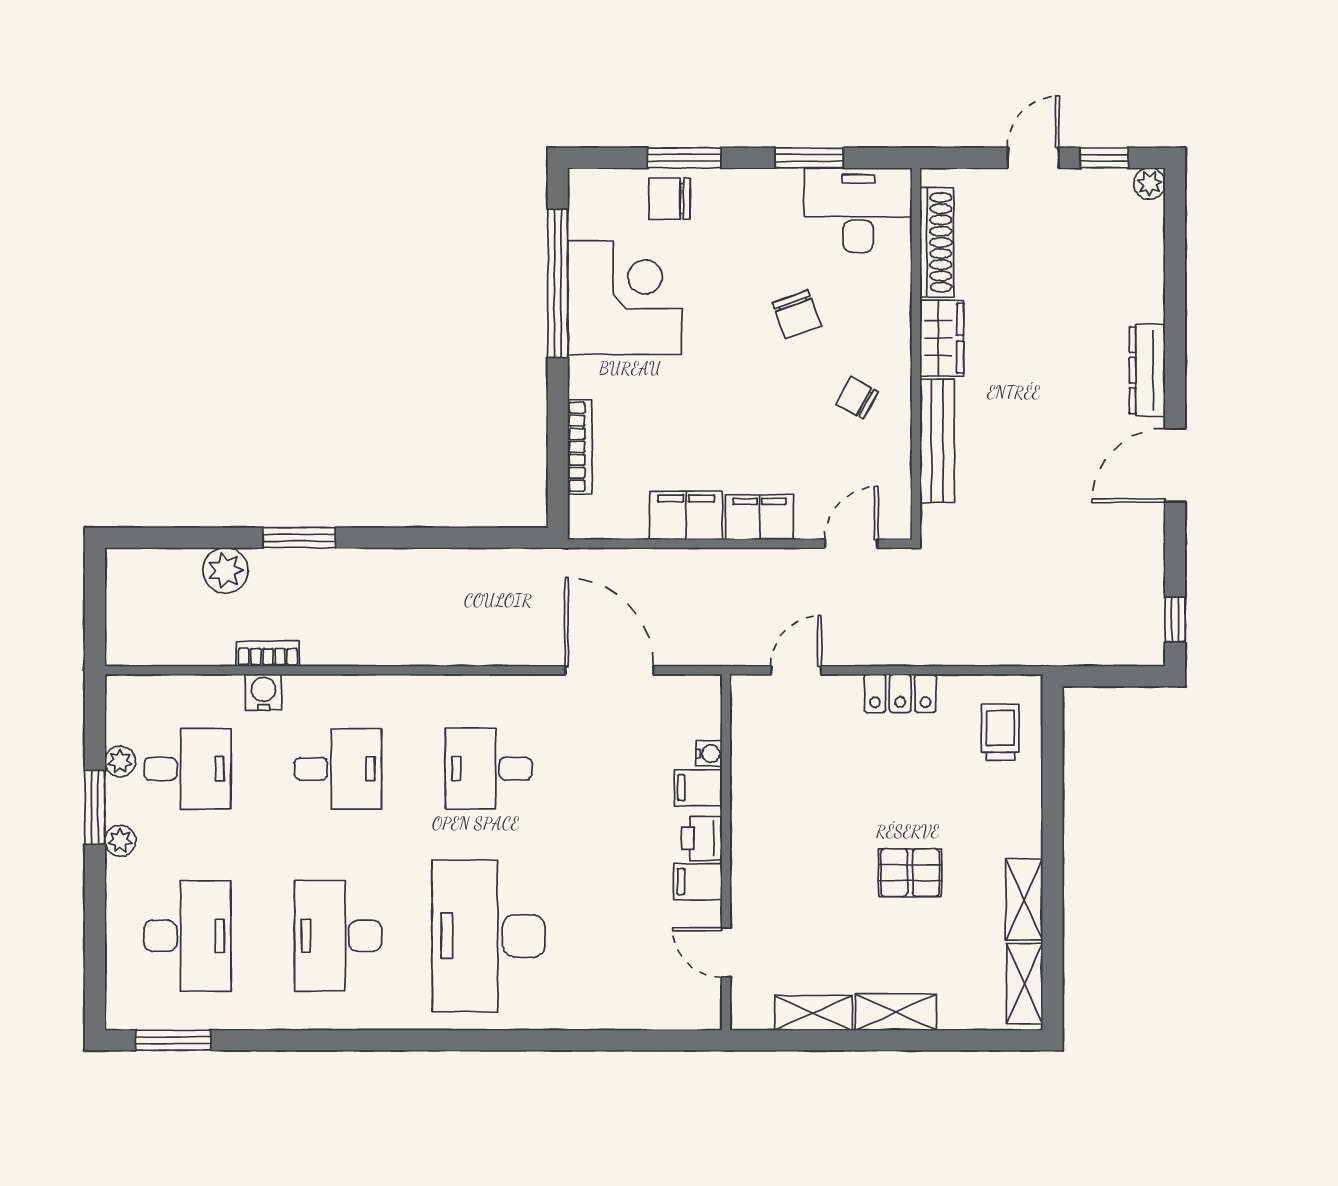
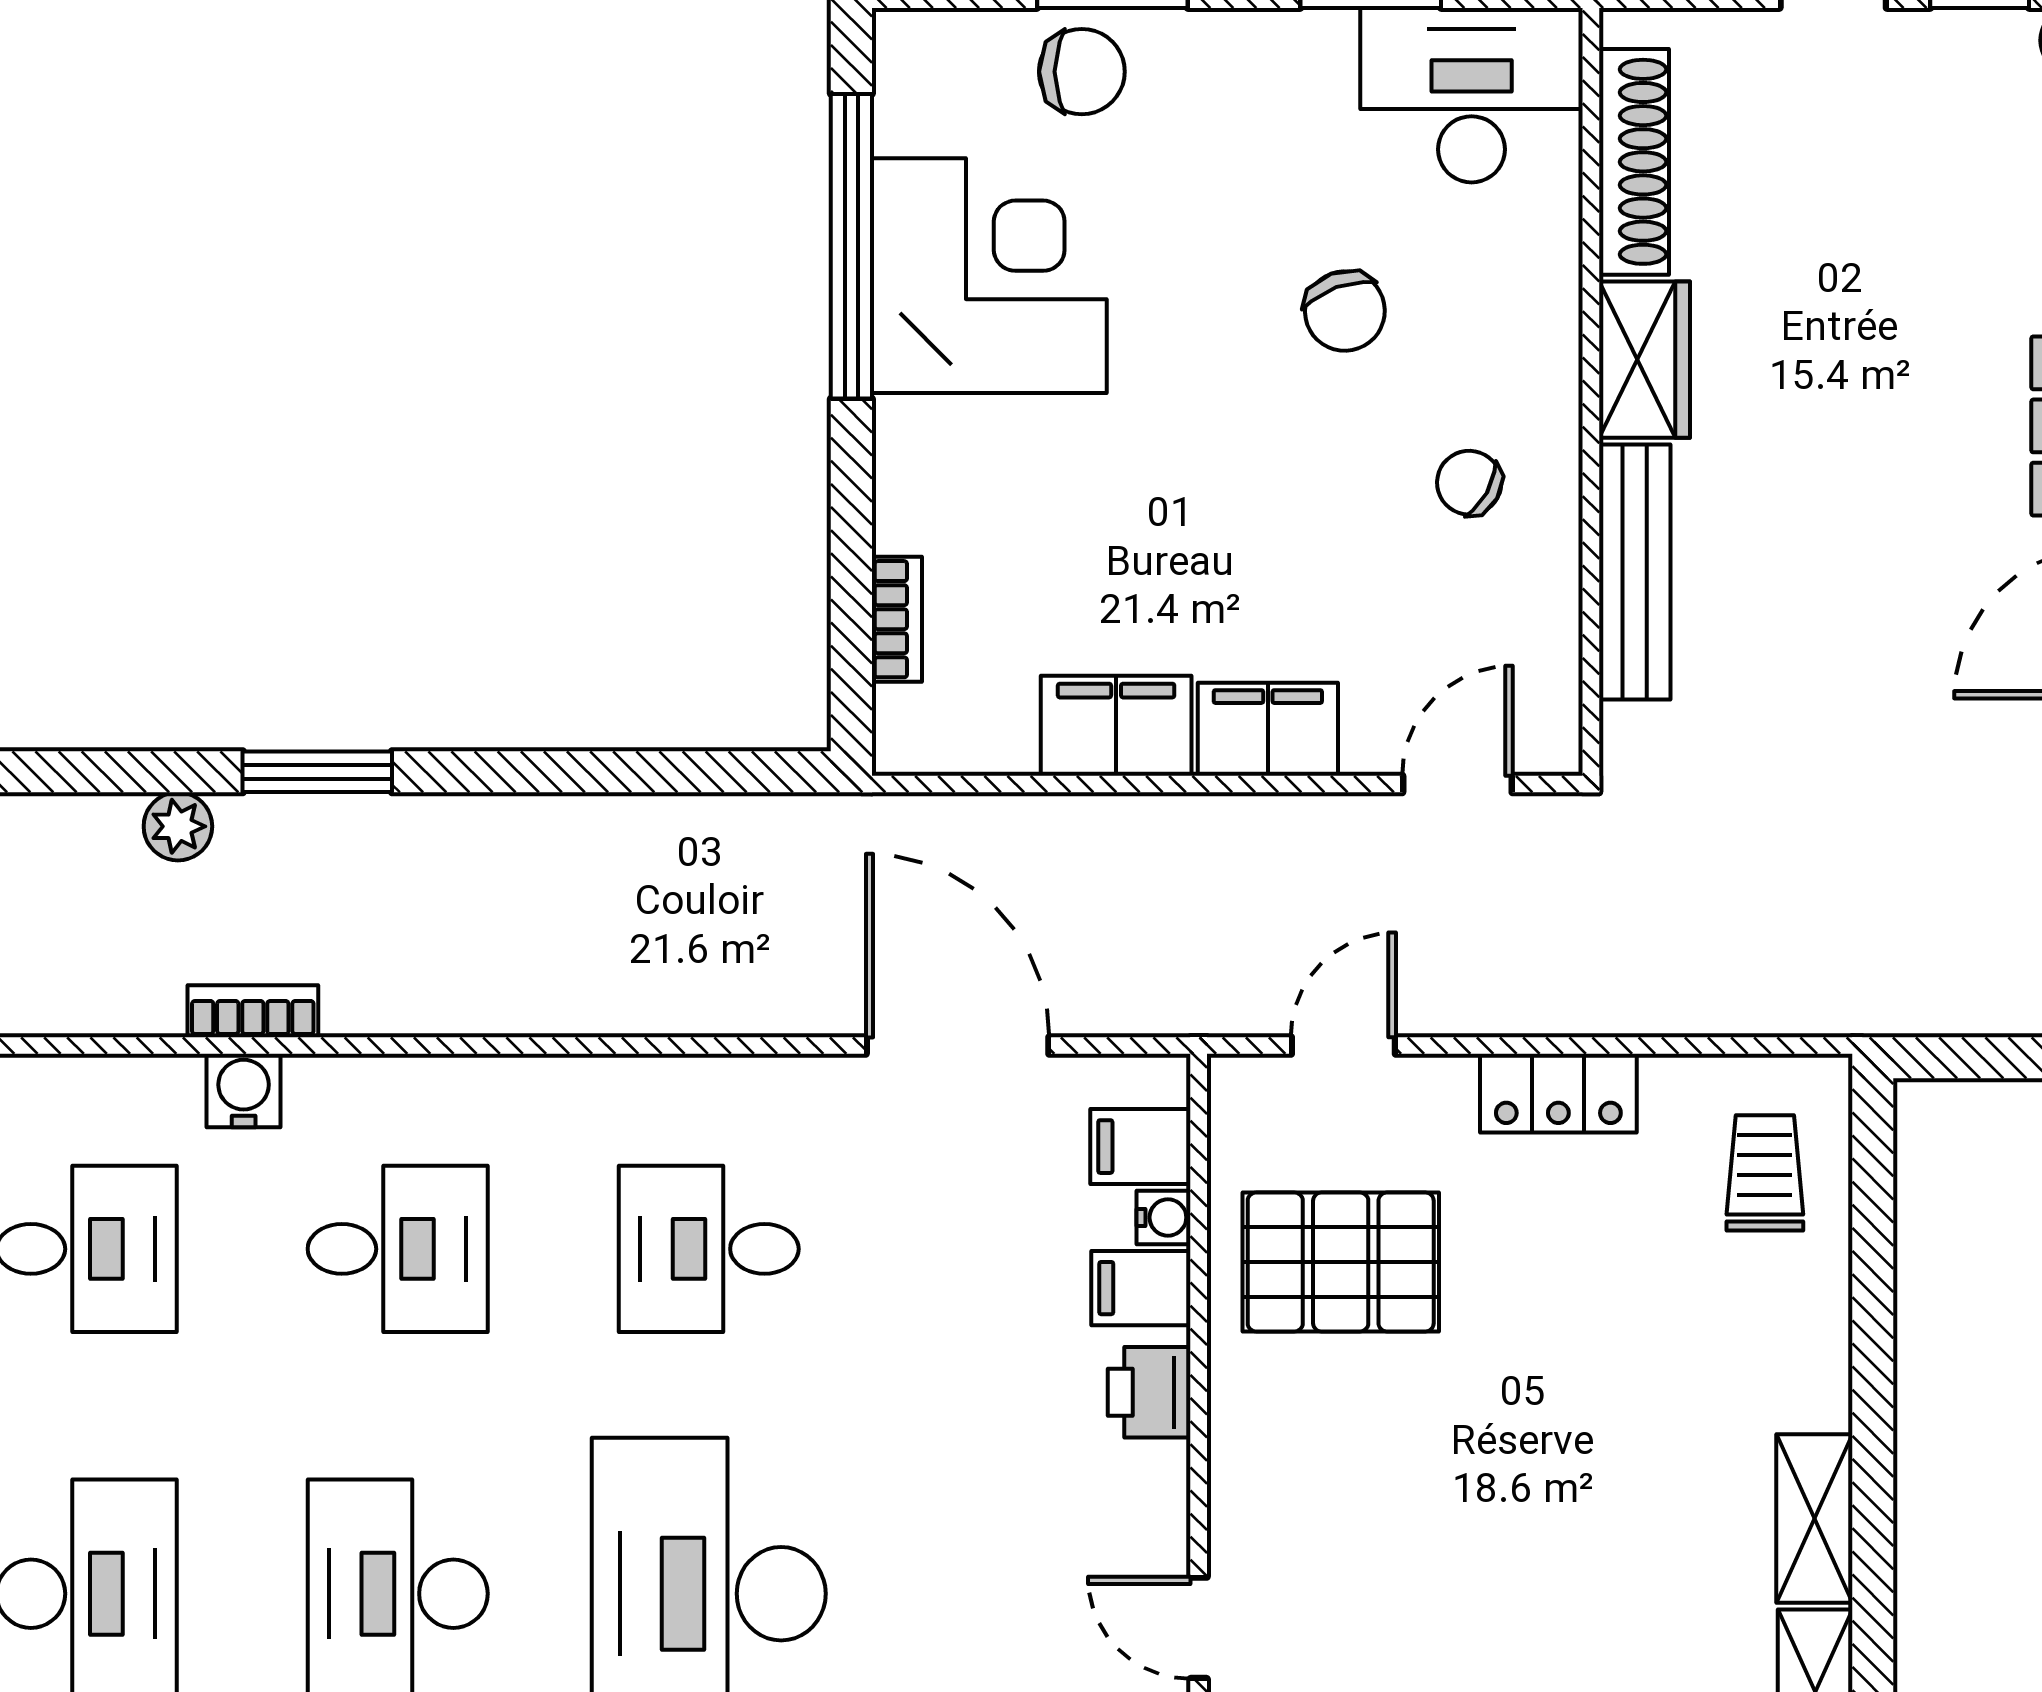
chair: (669, 199) -> (1082, 72), turned 180
bookcase: (580, 447) -> (897, 619), width x0.64
plant: (225, 570) -> (178, 826), width x0.73, depth x0.73
pallet: (910, 873) -> (1341, 1262), moved, width x1.50, depth x1.42
filing cabinet: (698, 882) -> (1140, 1147), moved

